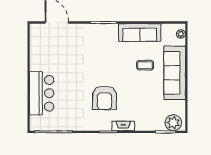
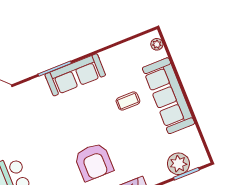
sofa: (140, 32) -> (75, 75), moved
plant: (173, 123) -> (178, 164), moved

